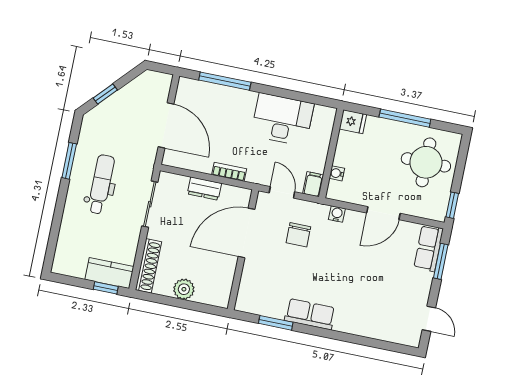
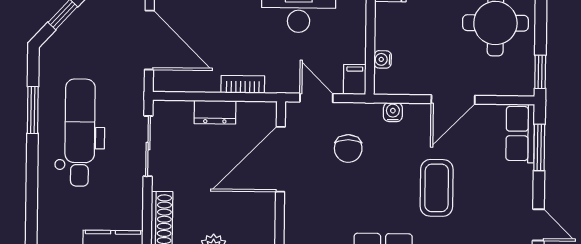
dental chair: (101, 184) -> (80, 133), width x1.36, depth x1.38
coffee table: (359, 277) -> (437, 188), added

